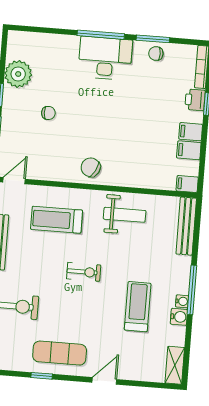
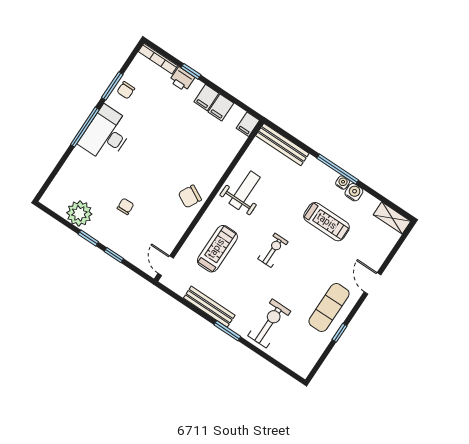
treadmill: (57, 220) -> (217, 249), turned 180
treadmill: (138, 307) -> (326, 222), turned 180

